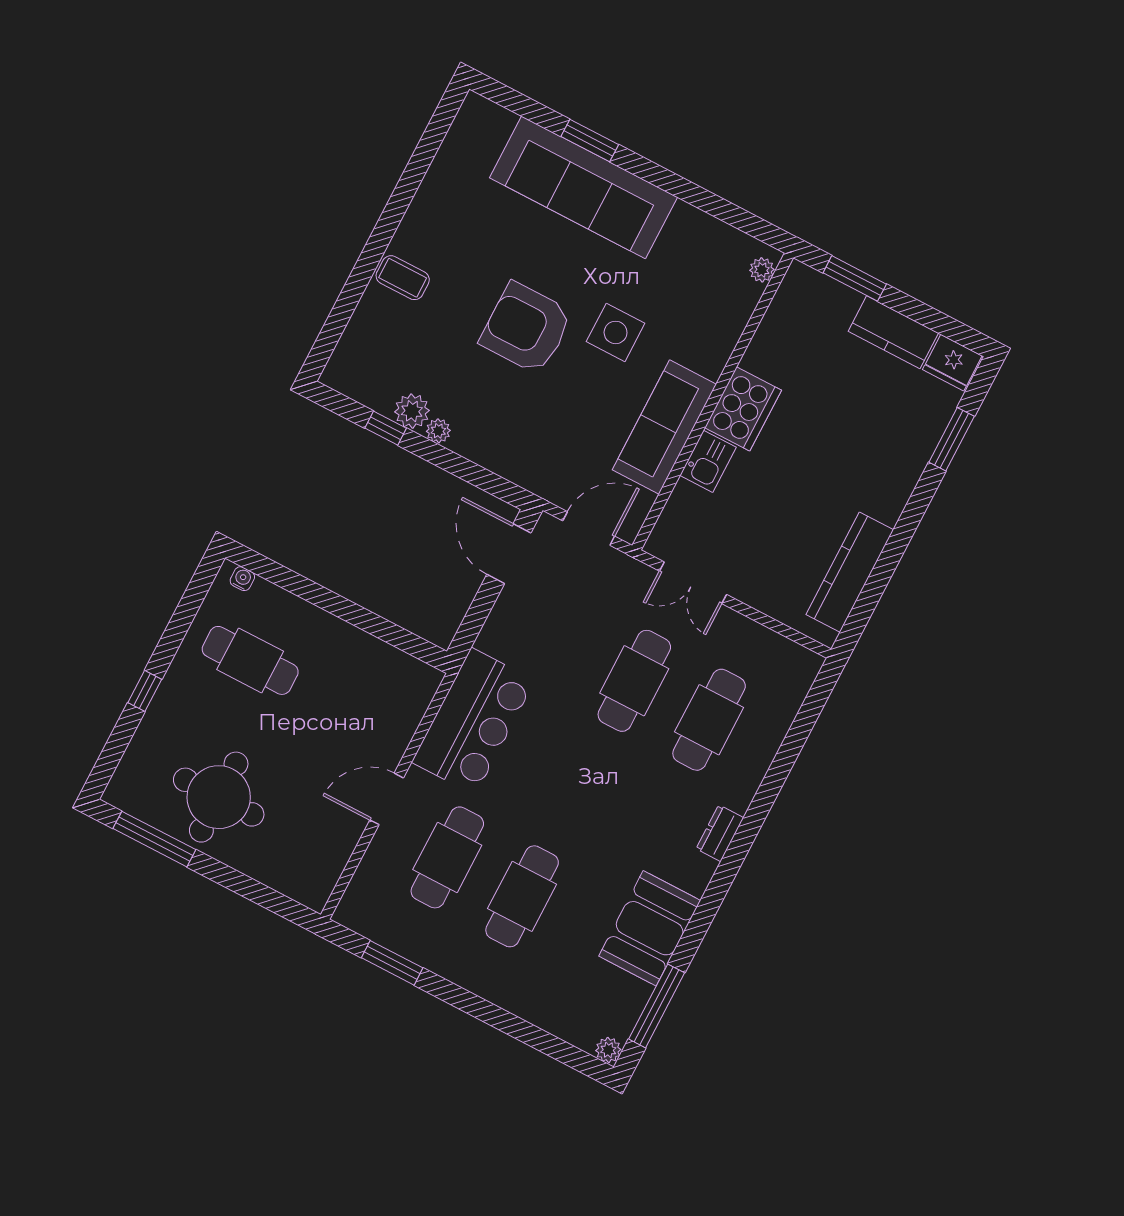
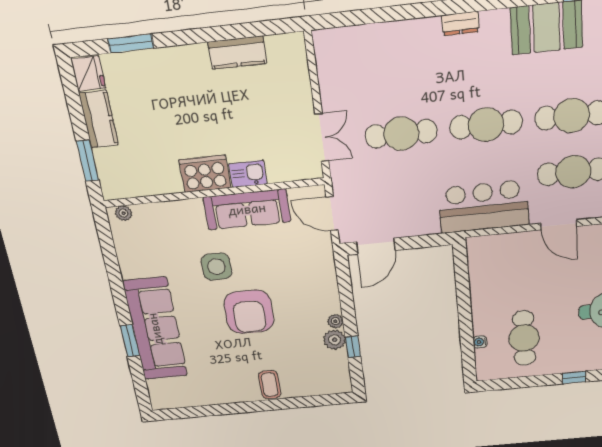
kitchen counter: (850, 572) -> (237, 53), width x0.67
water cooler: (242, 579) -> (480, 342), moved
cafe table: (709, 720) -> (486, 125), moved

